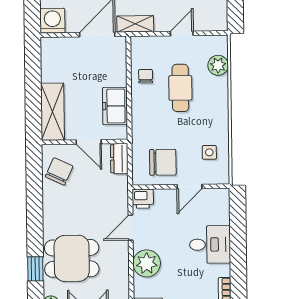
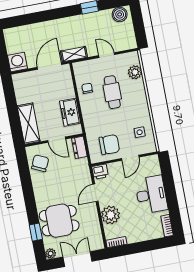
door: (182, 33) -> (107, 55), hinge flipped
desk: (210, 245) -> (151, 195), width x1.37

